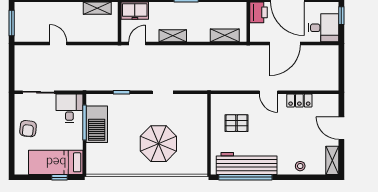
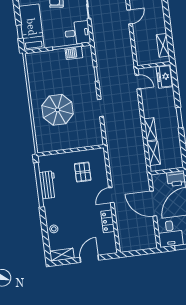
shelving: (173, 36) -> (150, 129), moved
barbecue: (97, 124) -> (74, 53), width x0.53, depth x0.65
workbench: (247, 163) -> (48, 185), width x0.53, depth x0.76

